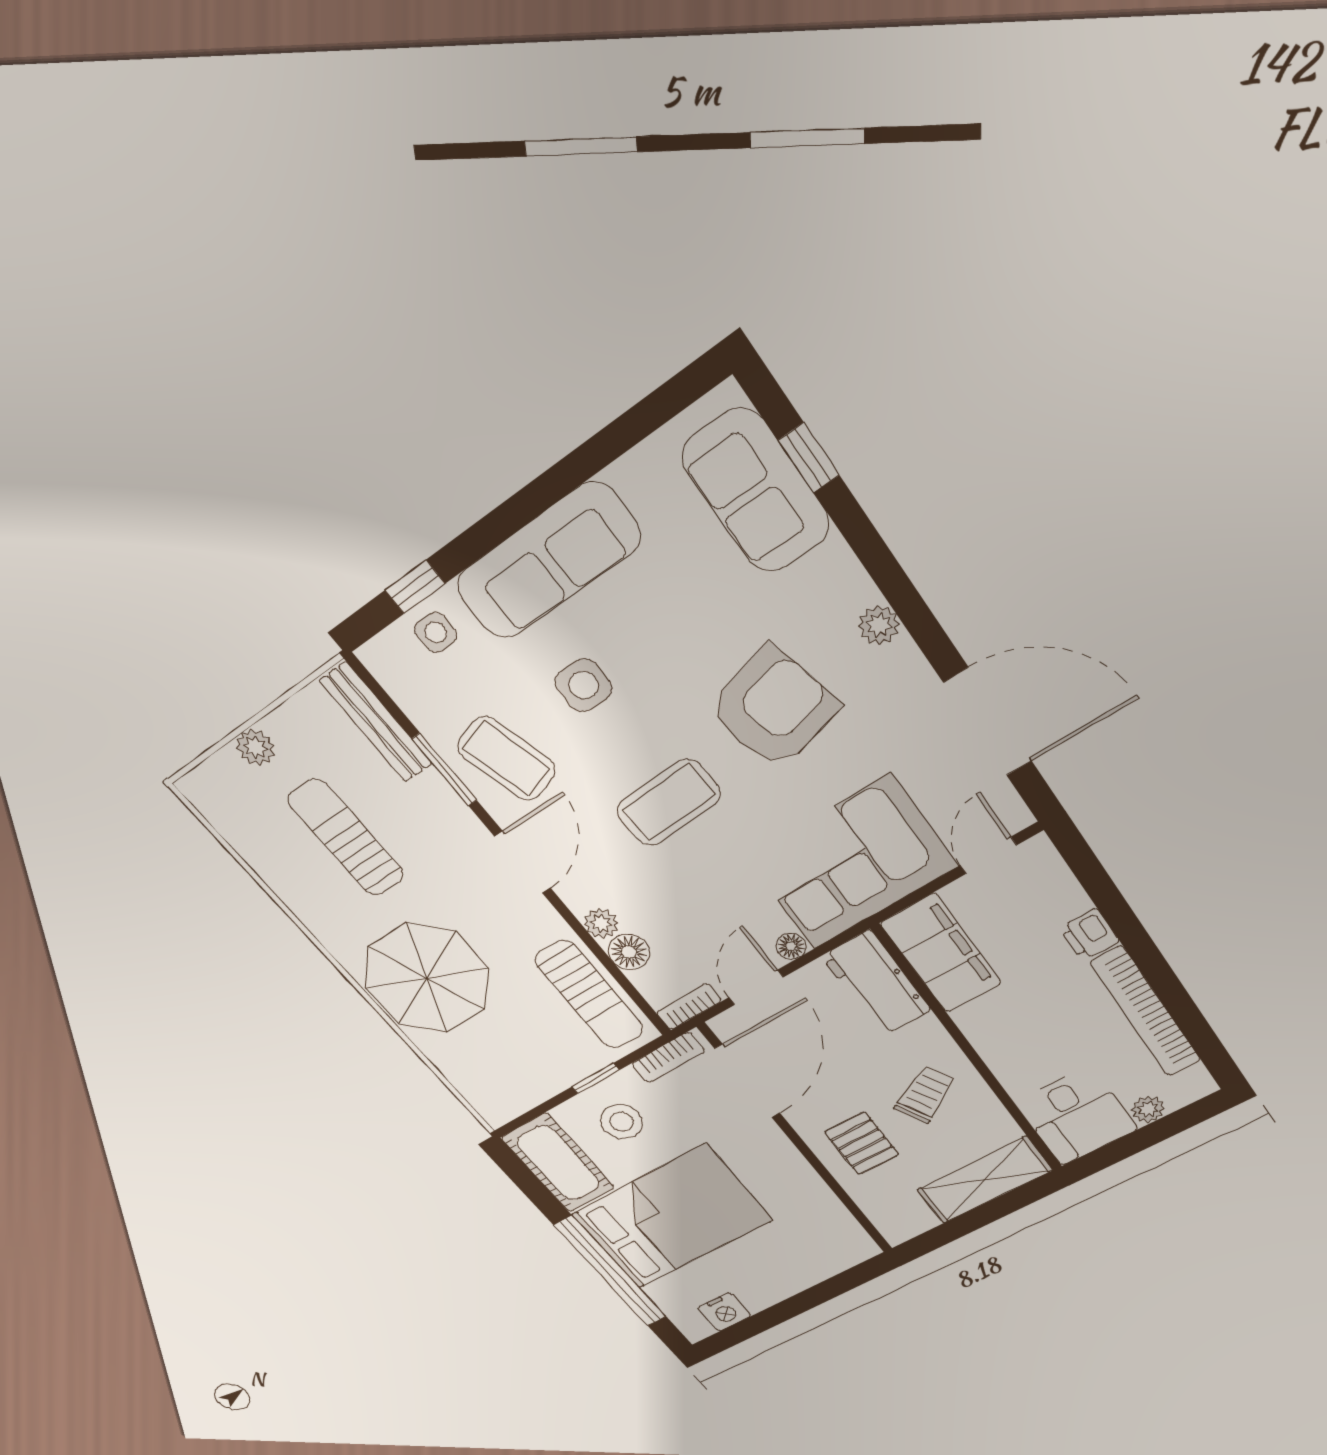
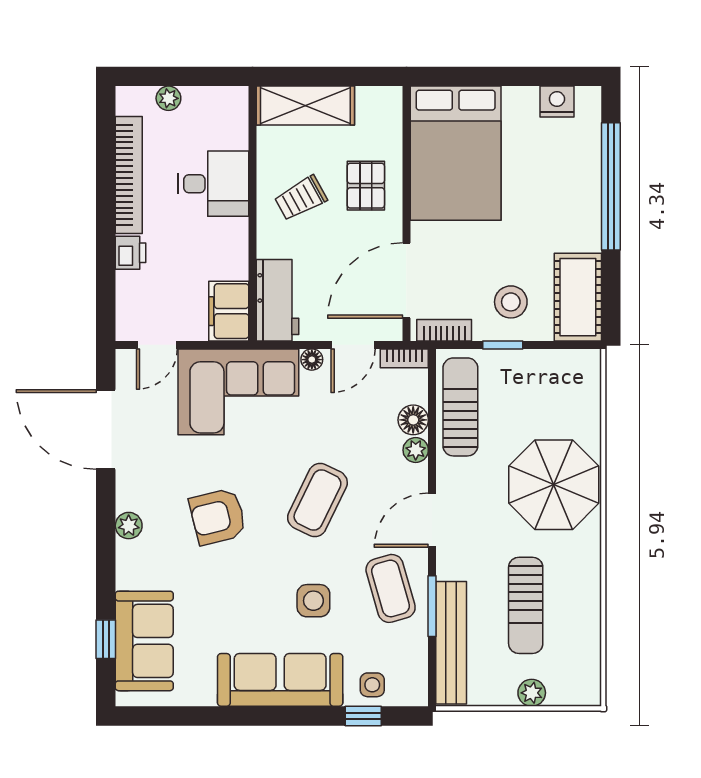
armchair: (773, 708) -> (218, 517), width x0.73, depth x0.73
bench: (376, 722) -> (451, 643), width x1.37, depth x1.21
coffee table: (669, 803) -> (317, 500), turned -61
filing cabinet: (941, 953) -> (229, 311), width x0.67, depth x0.86
desk: (1076, 1116) -> (213, 184), moved, turned 90
bed: (672, 1217) -> (456, 153), moved, turned -90

